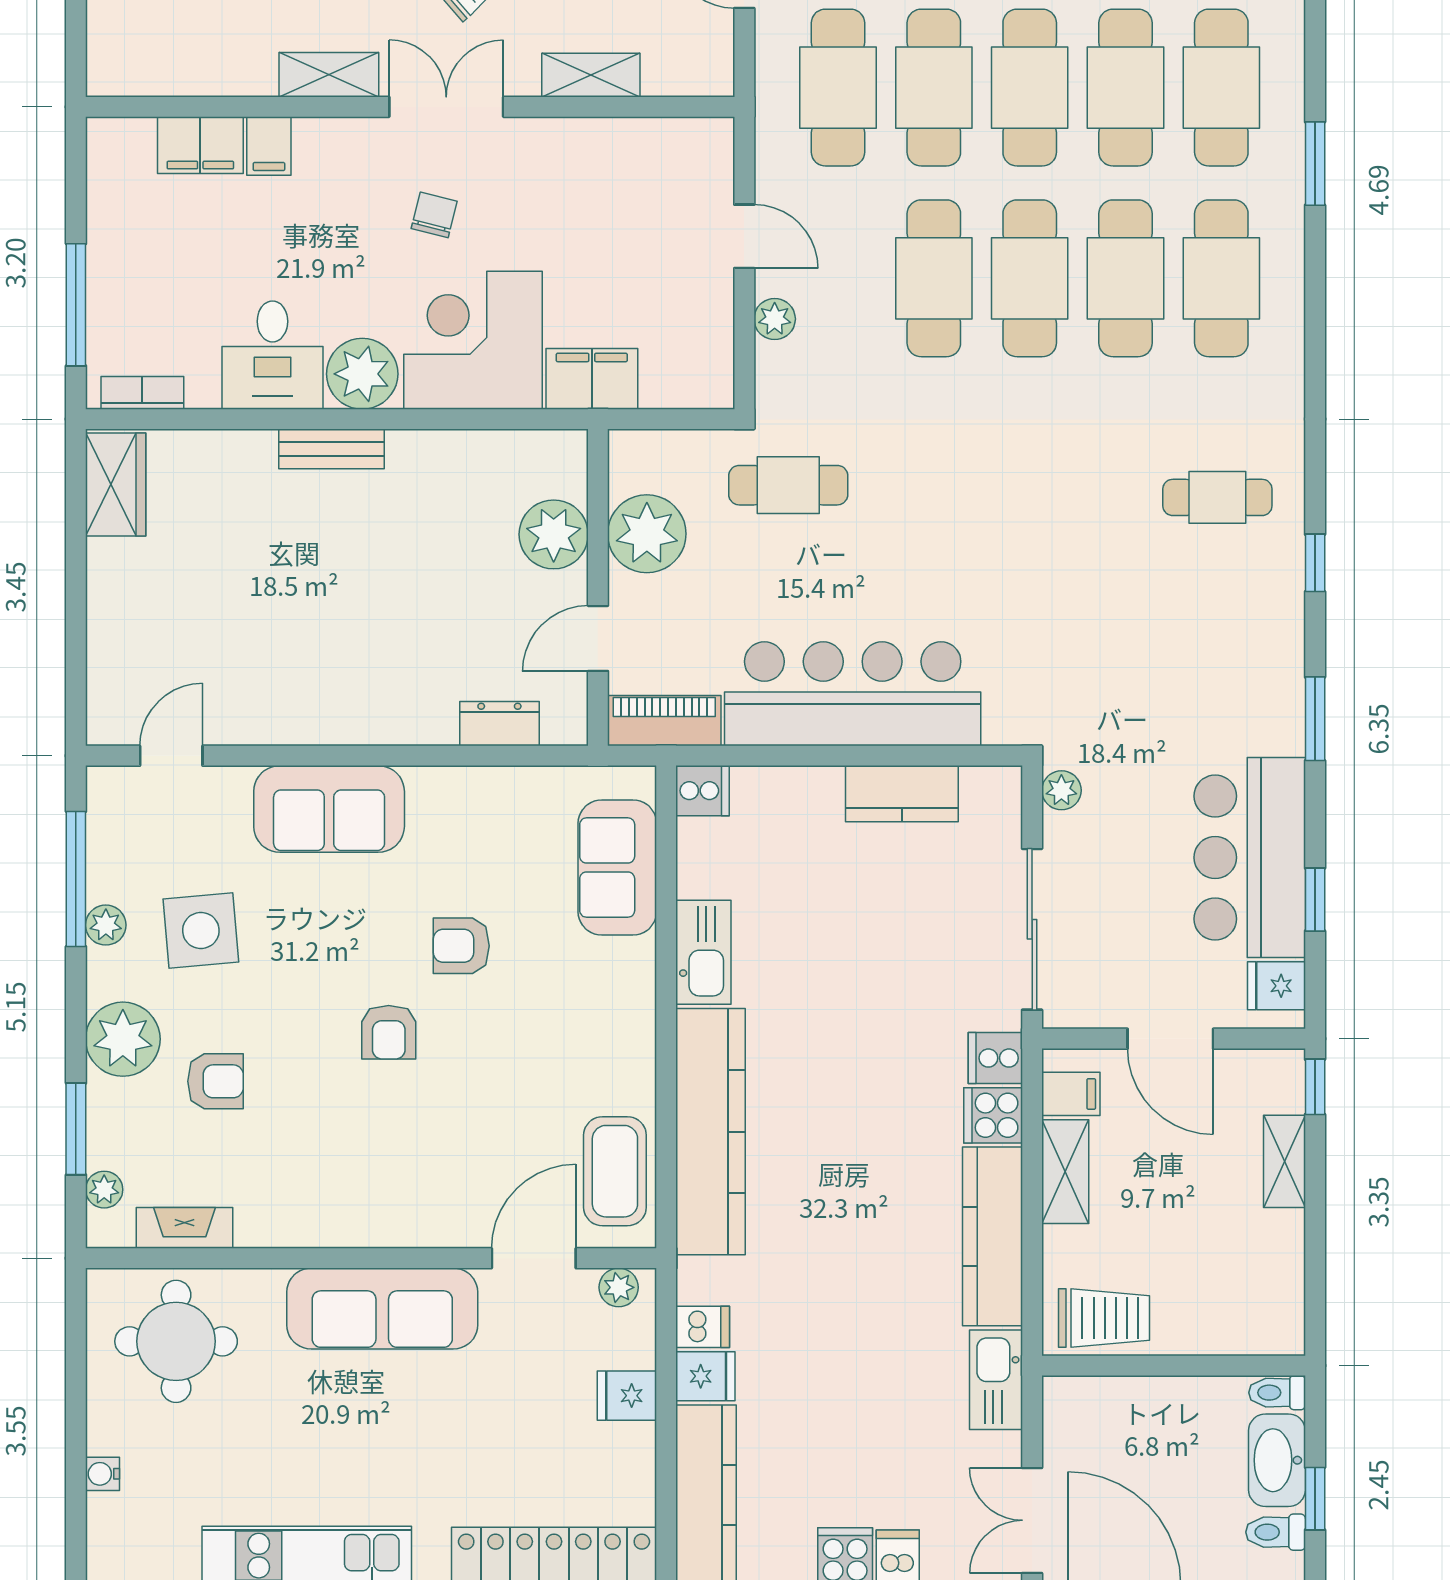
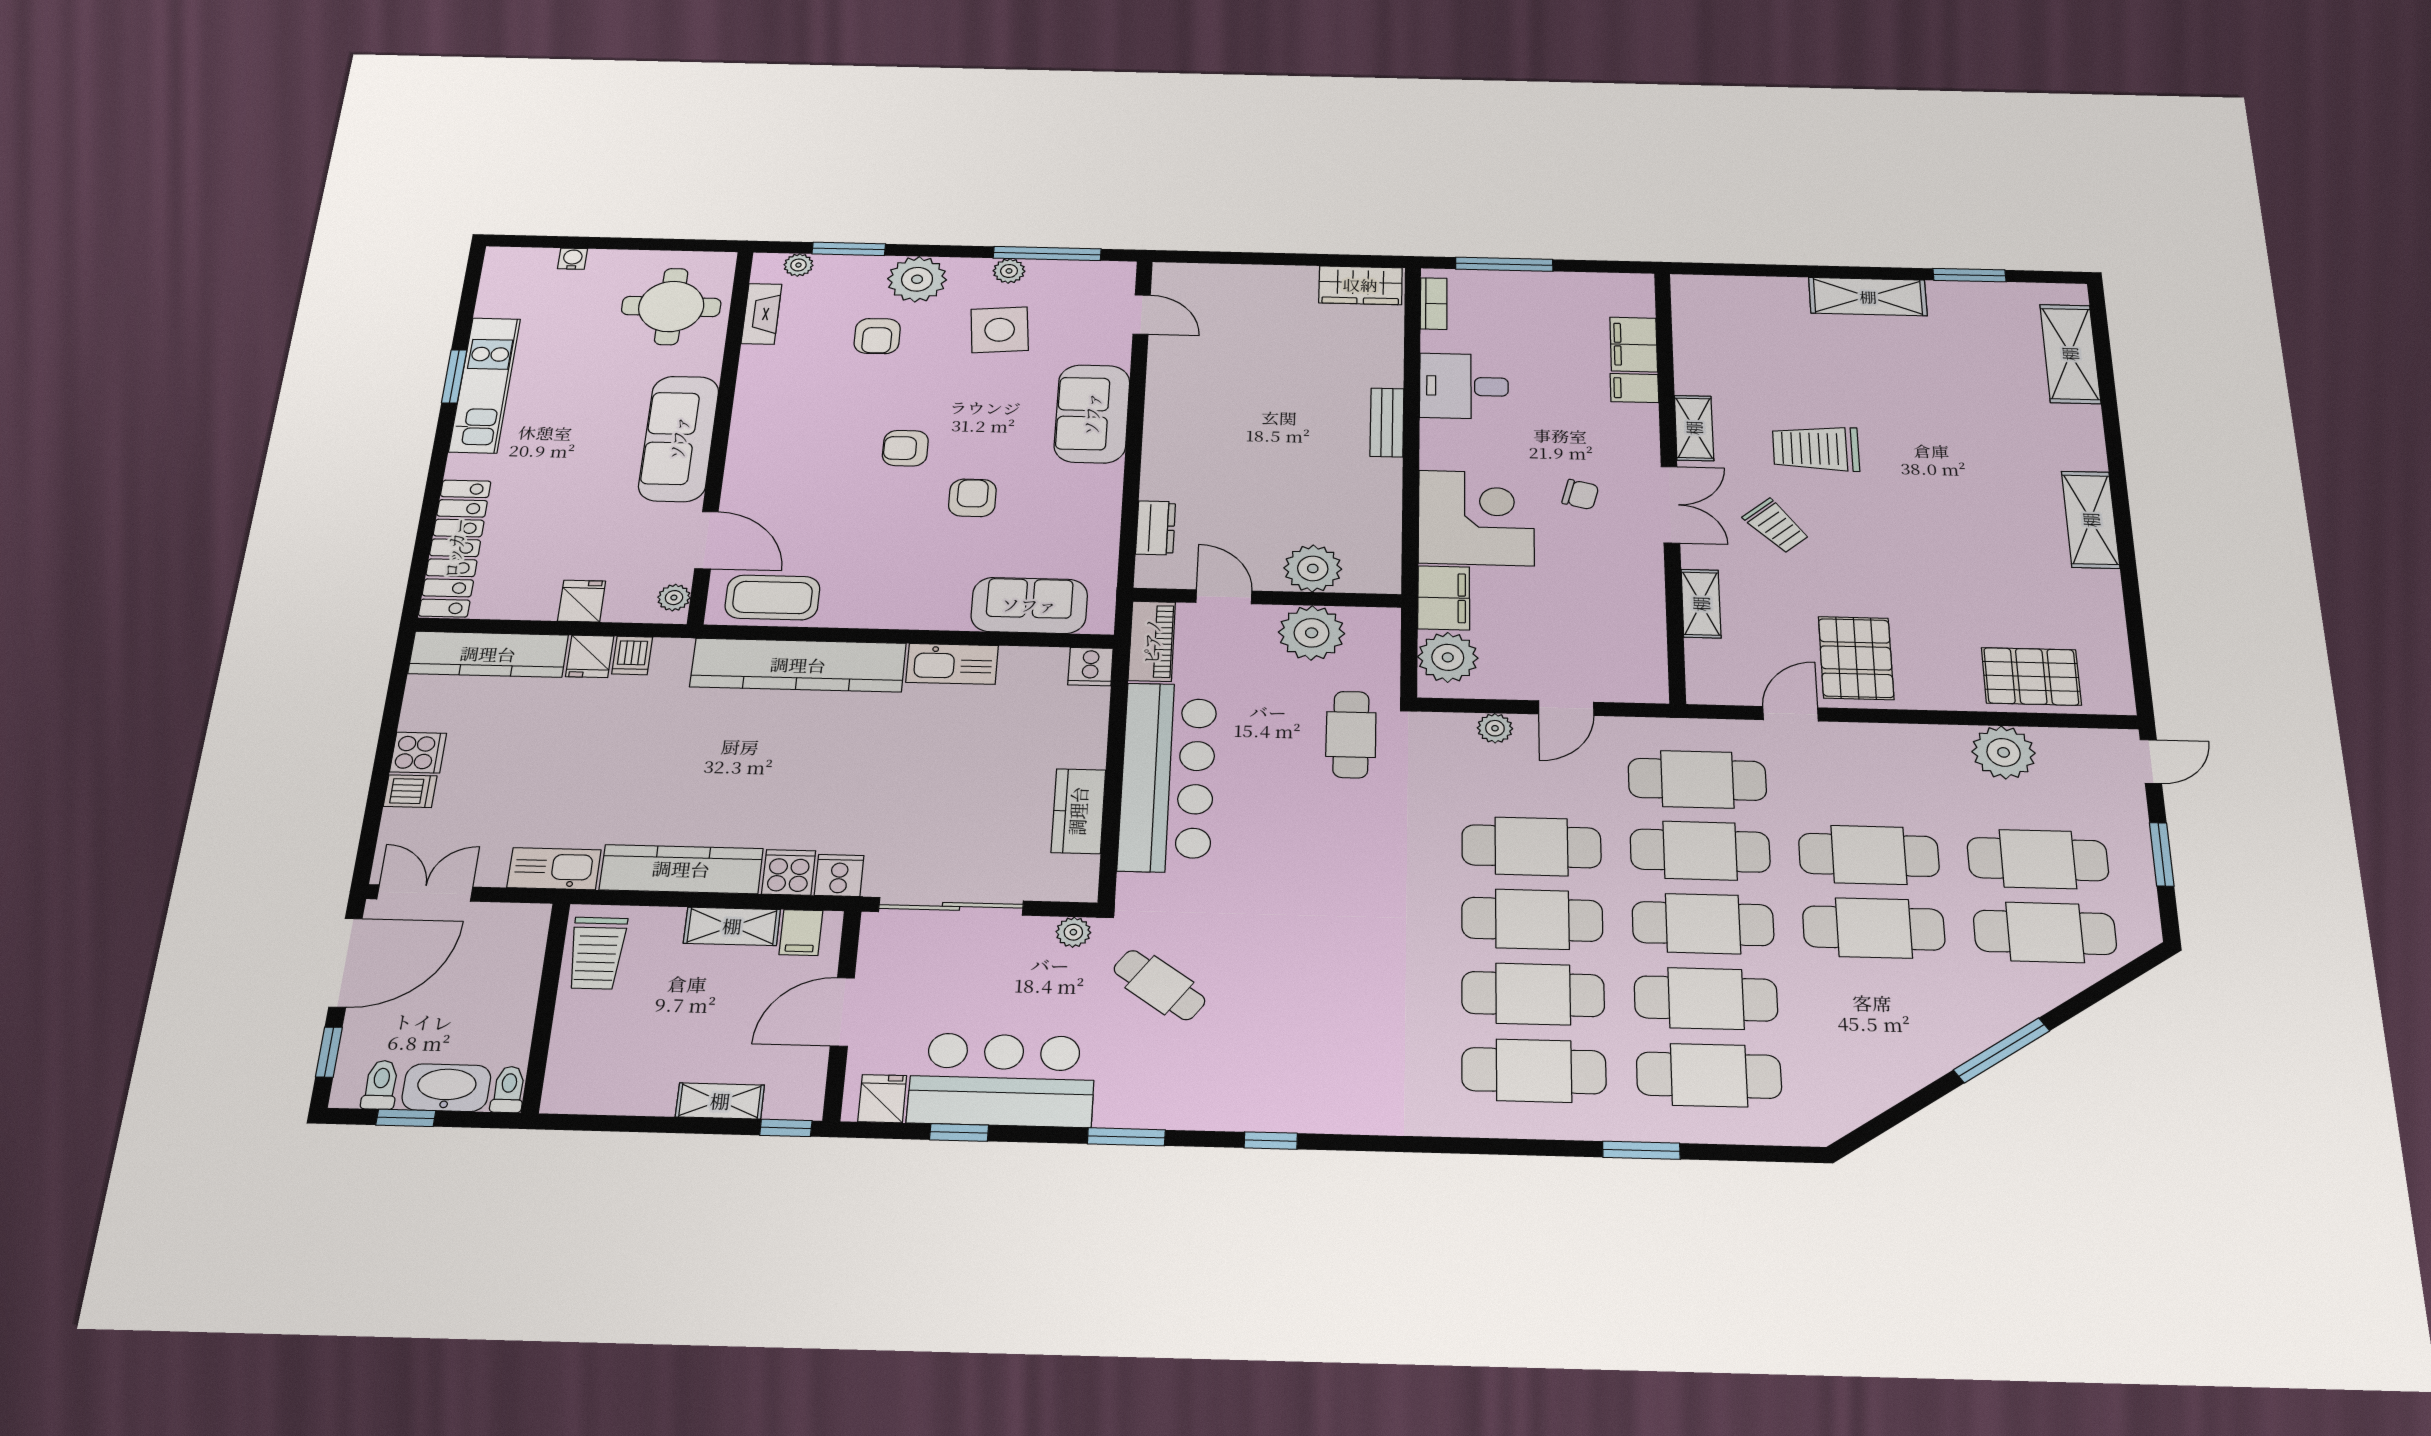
plant: (362, 374) -> (1448, 657), moved
cafe table: (1217, 497) -> (1159, 985), moved, turned -54

